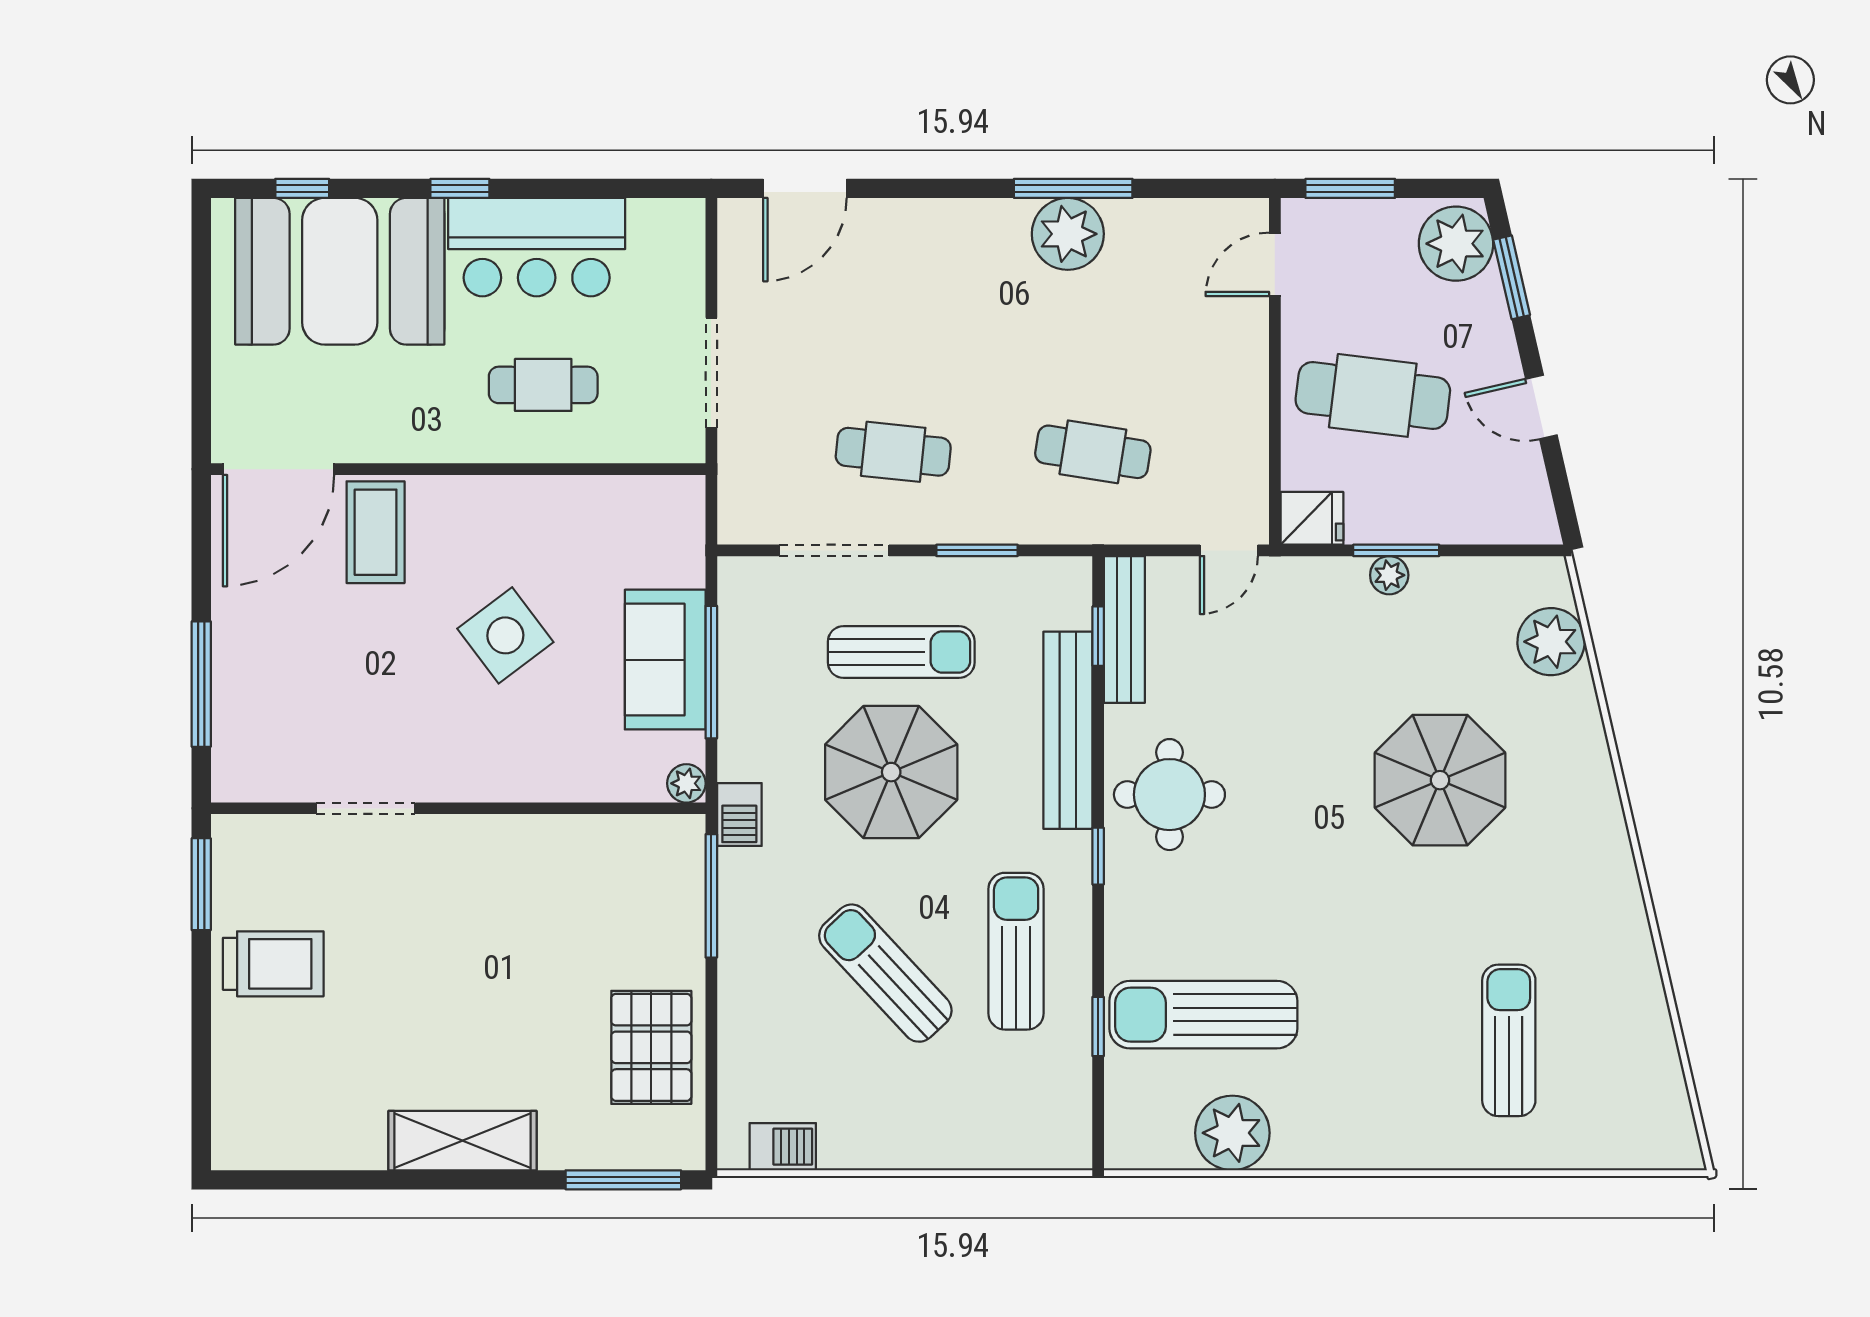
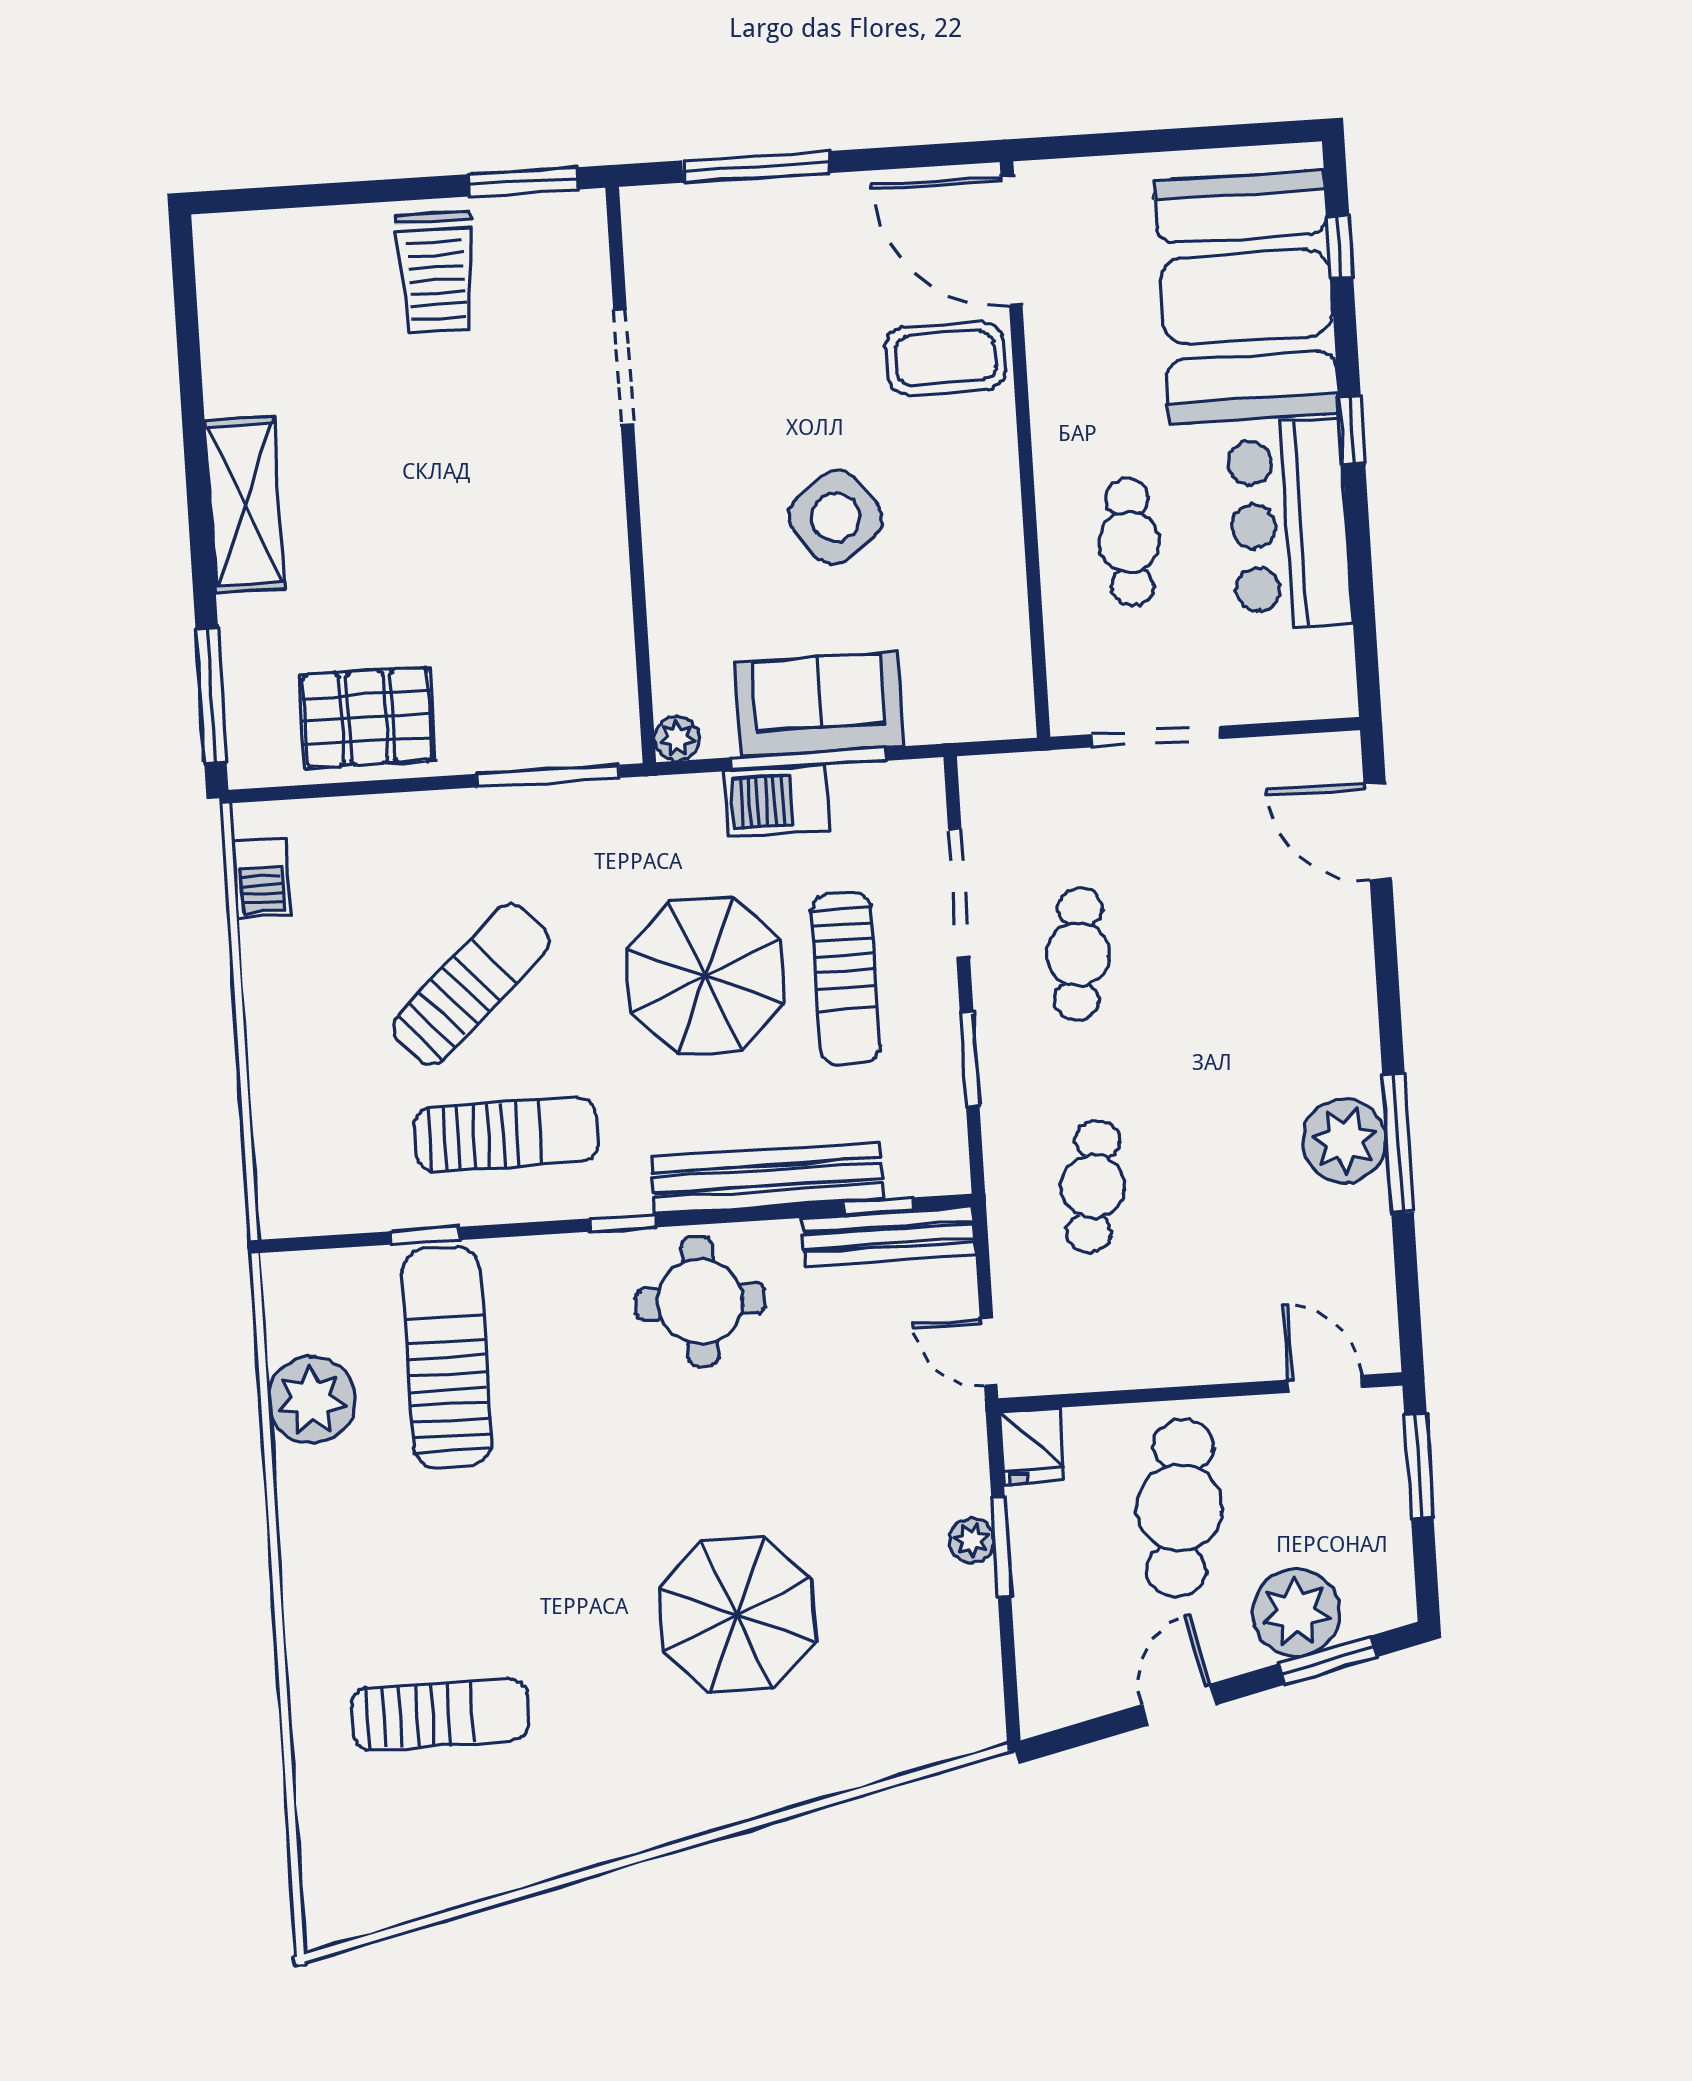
plant: (1456, 244) -> (1296, 1613), moved
plant: (1551, 642) -> (907, 1733), removed
barbecue: (739, 815) -> (777, 801), moved, width x1.38, depth x1.27

